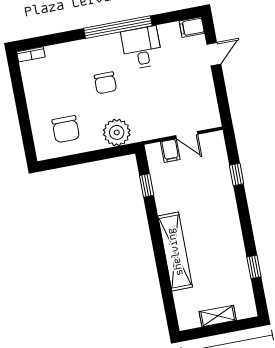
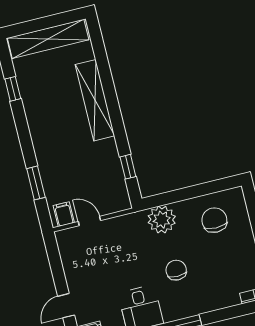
filing cabinet: (170, 151) -> (64, 214), moved
window: (237, 174) -> (36, 183), width x1.50
shelving: (218, 316) -> (48, 39), width x2.20, depth x1.33

